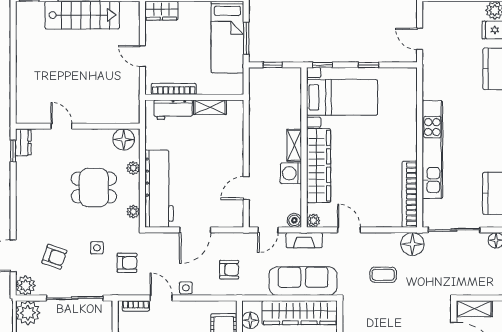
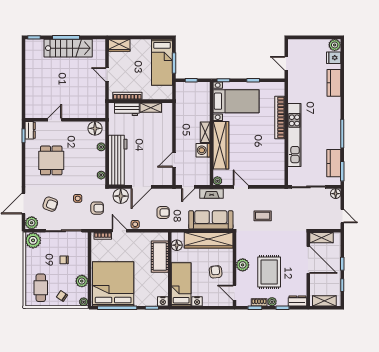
door: (61, 126) -> (55, 120), hinge flipped
dining table: (94, 188) -> (51, 160), moved, turned 90
bookcase: (410, 194) -> (280, 117), moved
boiler: (294, 220) -> (205, 181), removed
floor lamp: (412, 244) -> (121, 196), moved

